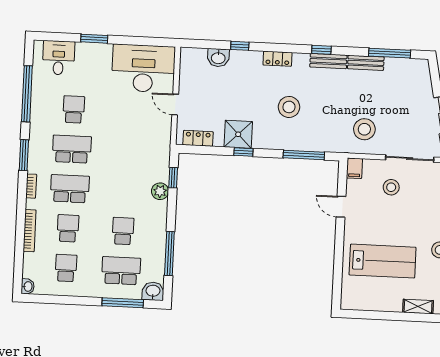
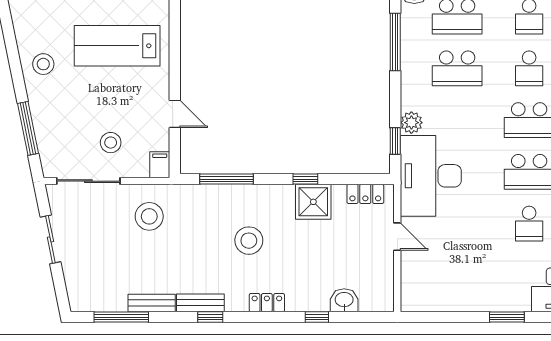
desk: (143, 68) -> (431, 176), moved, turned 90
school desk: (123, 231) -> (457, 68), width x1.85

